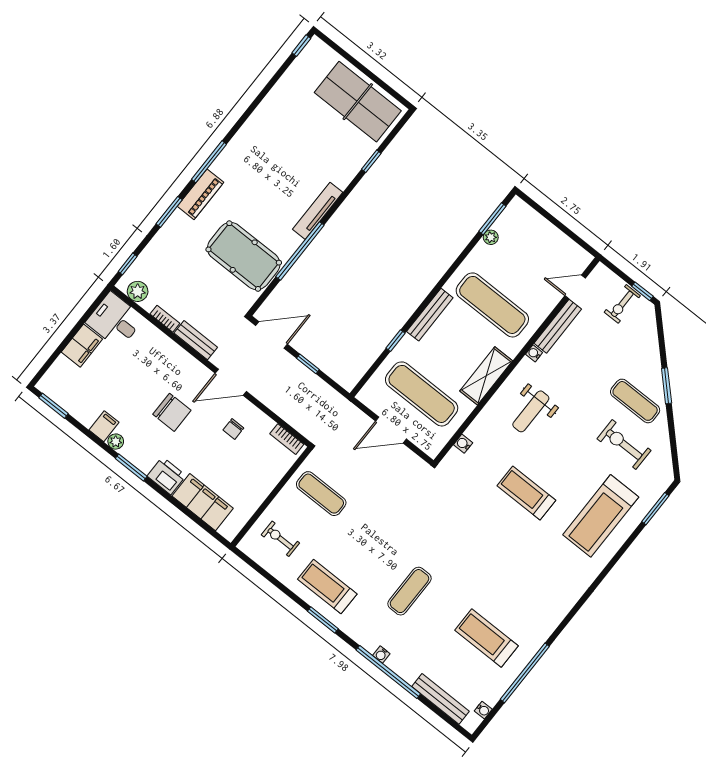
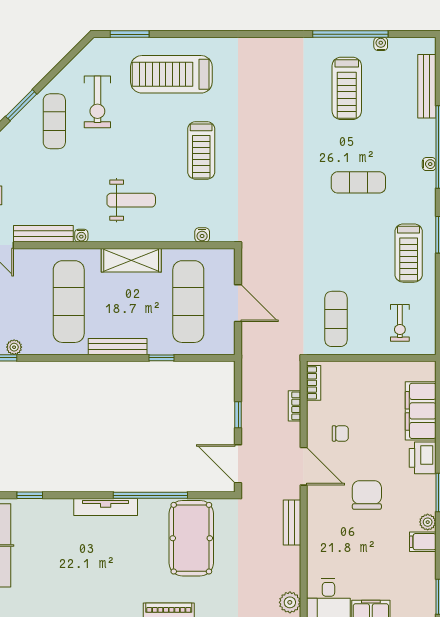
bookcase: (165, 319) -> (294, 406), moved
treadmill: (601, 516) -> (171, 74), turned 180
water cooler: (483, 710) -> (381, 44), moved

